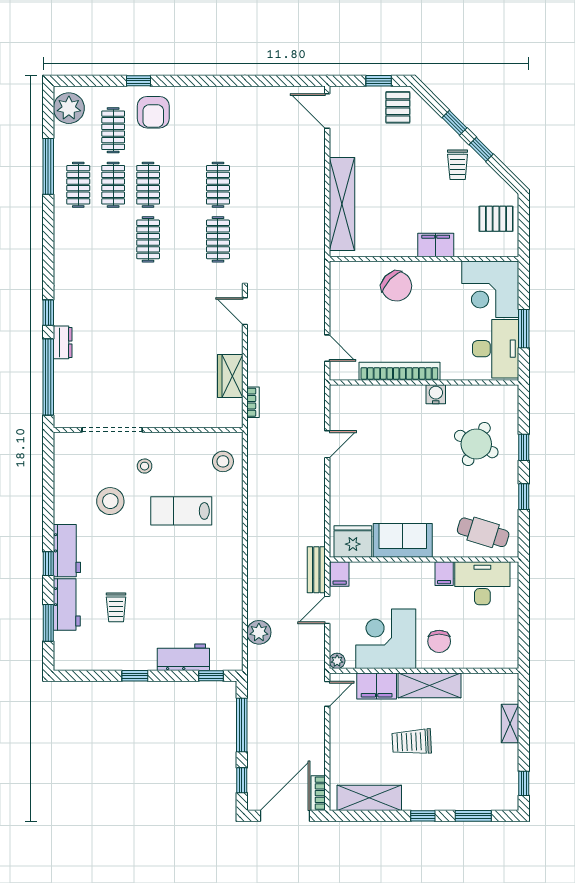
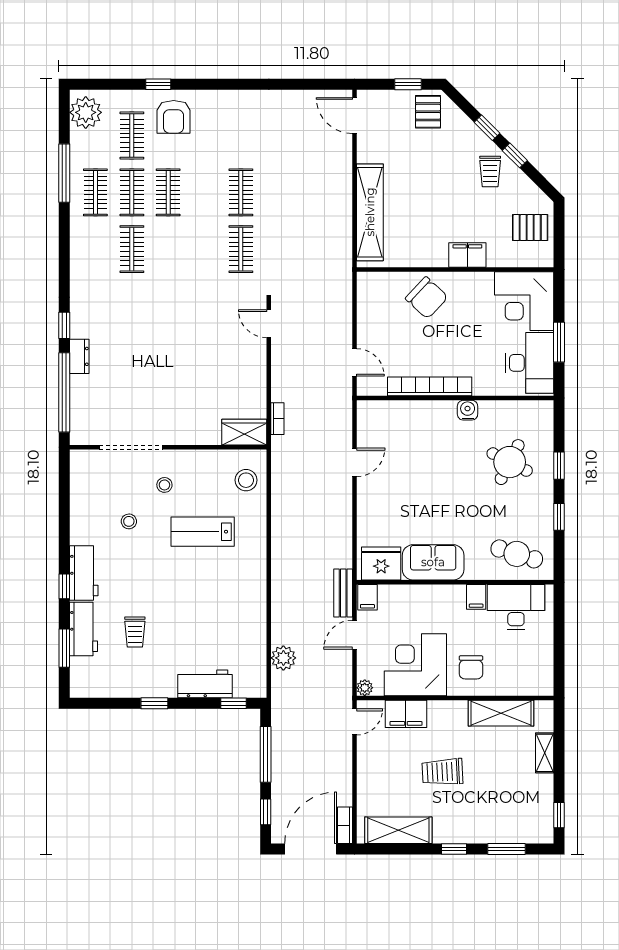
clothes rail: (148, 239) -> (132, 249), moved
wardrobe: (230, 376) -> (244, 432), moved, turned 90
stool: (110, 501) -> (129, 521), width x0.53, depth x0.53
shelving: (430, 685) -> (501, 713), moved

